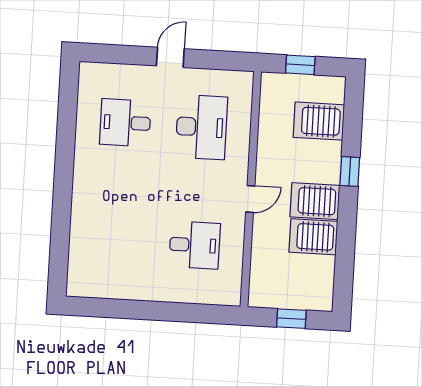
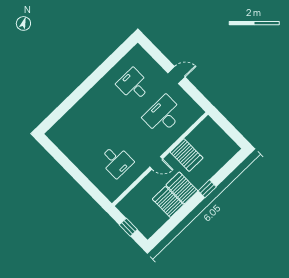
window: (300, 65) -> (227, 127), removed
server rack: (319, 121) -> (187, 155), moved, turned 180
desk: (201, 127) -> (163, 115), turned 180

